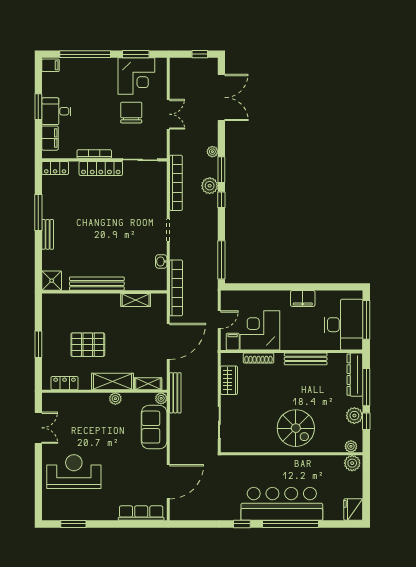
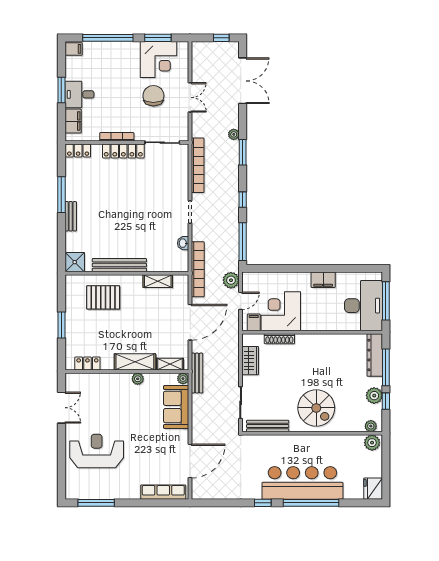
plant: (210, 186) -> (231, 280), moved
window: (221, 200) -> (243, 200), moved
pallet: (88, 345) -> (103, 297), moved
bench: (306, 359) -> (268, 426), moved
window: (73, 524) -> (96, 503), width x1.44

